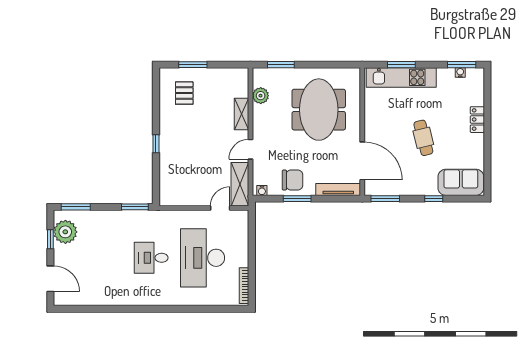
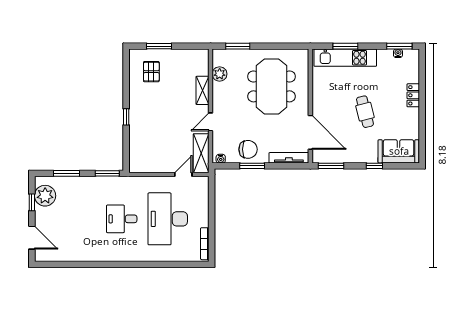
window: (76, 207) -> (67, 173), moved

